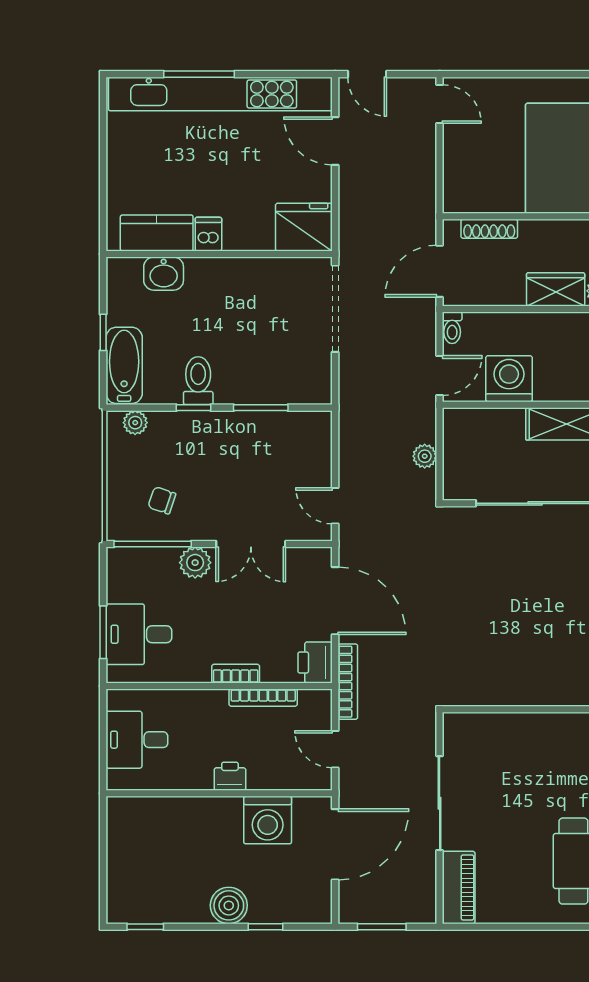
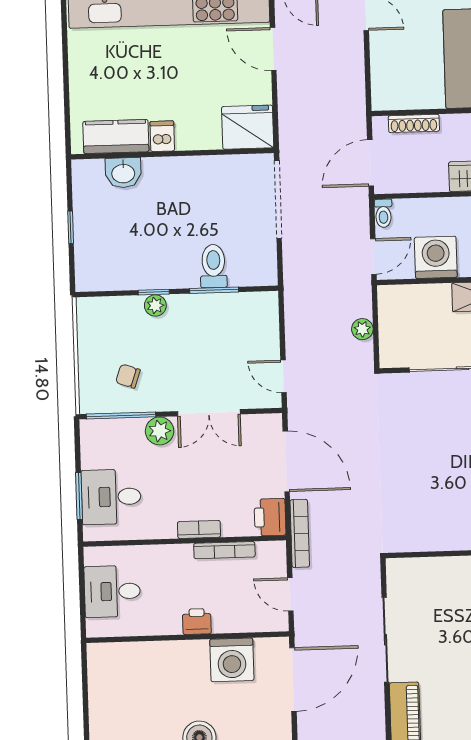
bathtub: (124, 365) -> (90, 256), removed
toilet: (198, 381) -> (213, 266), moved
plant: (135, 423) -> (155, 306), moved

